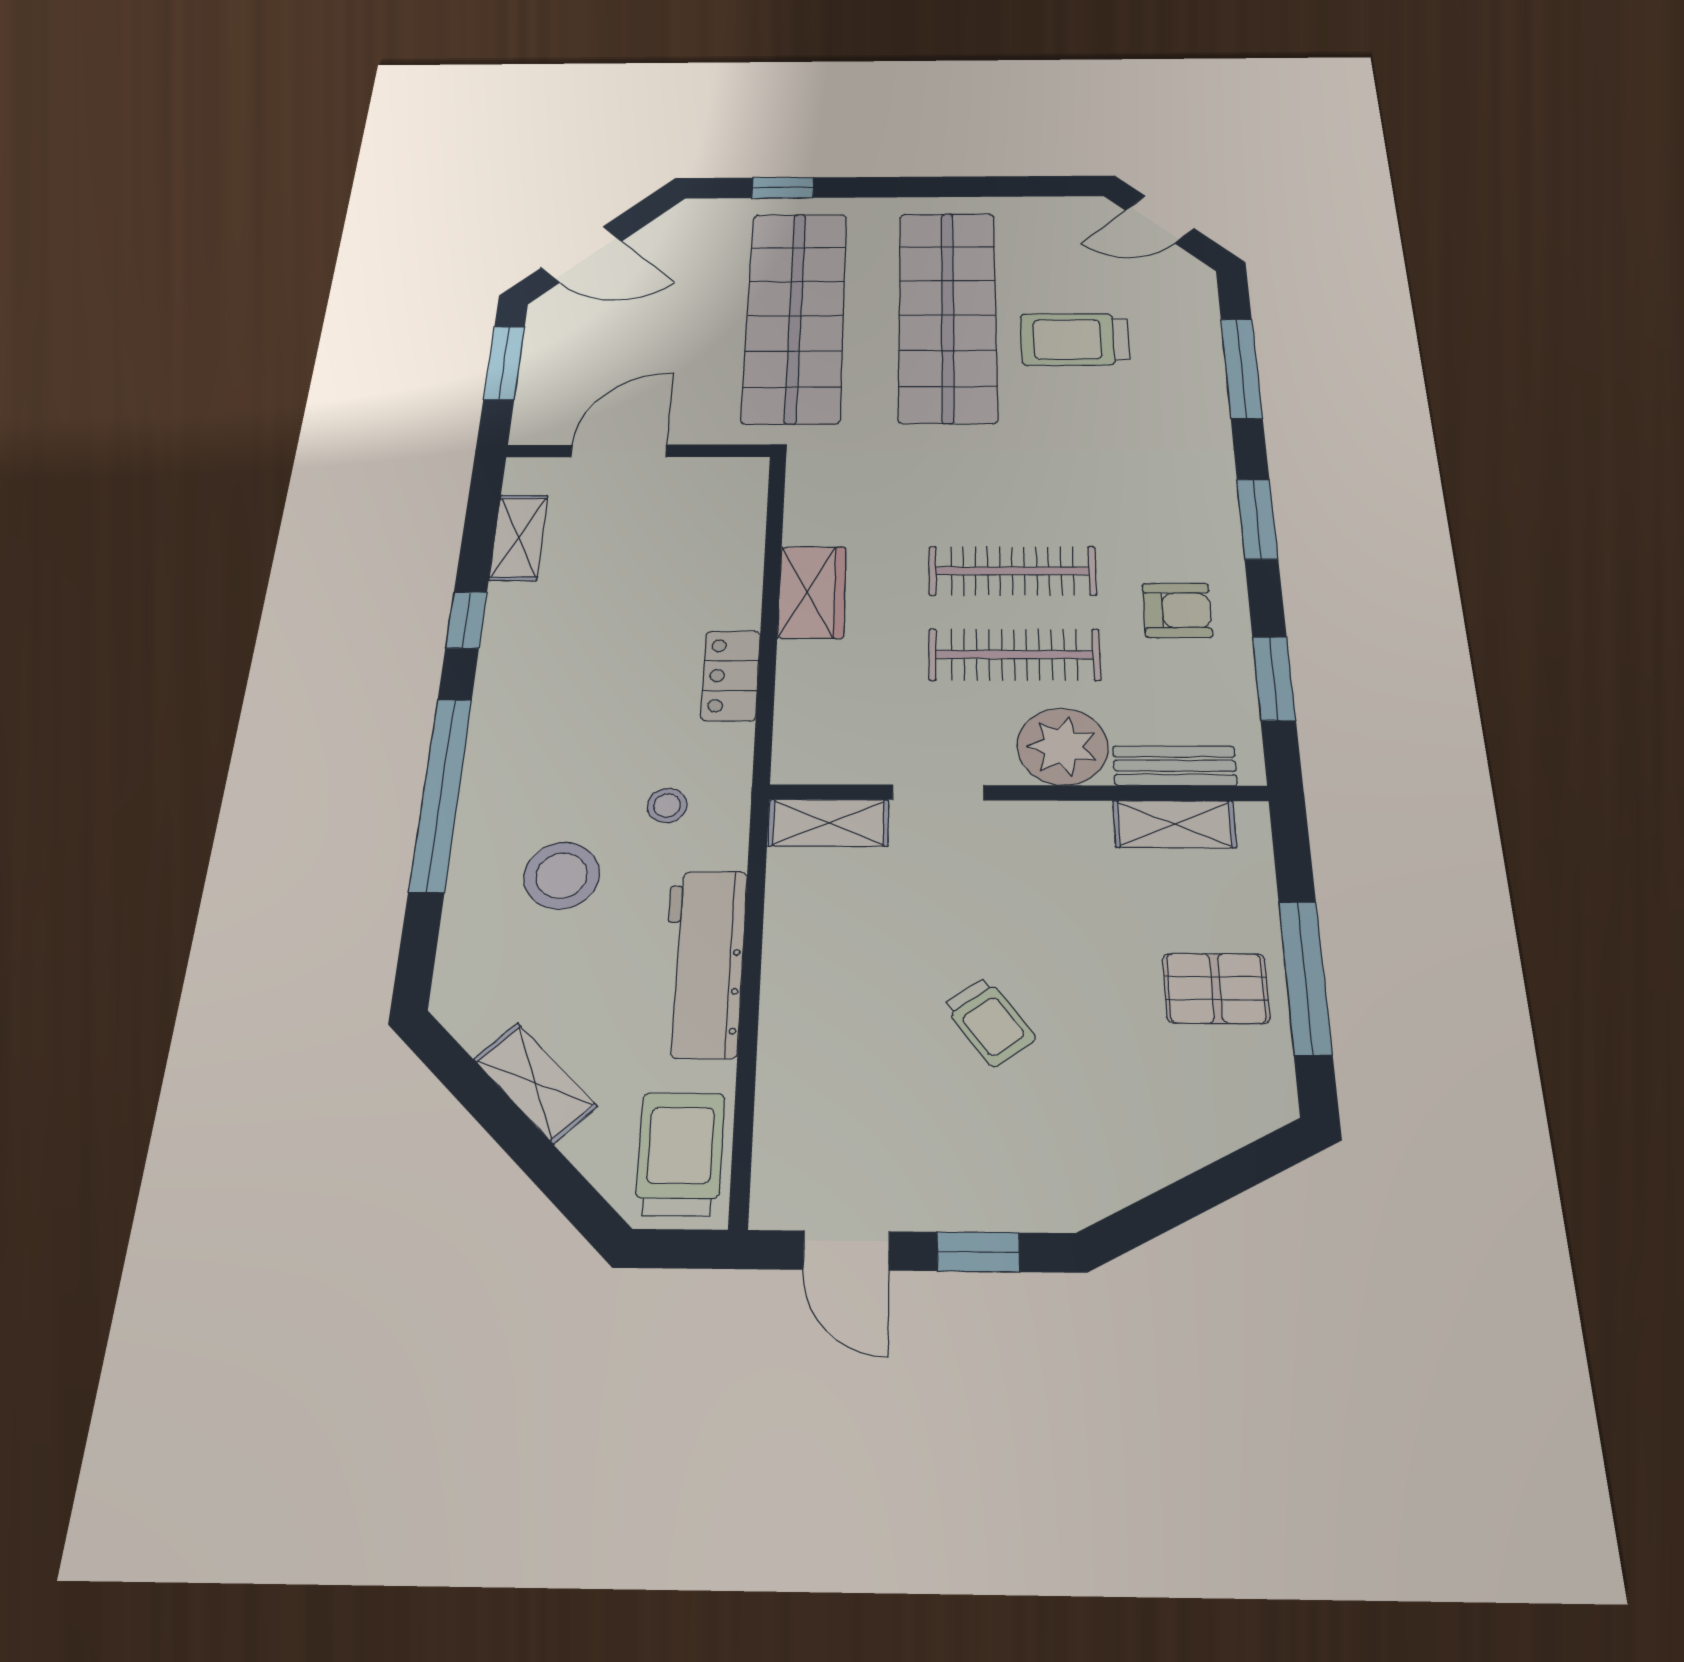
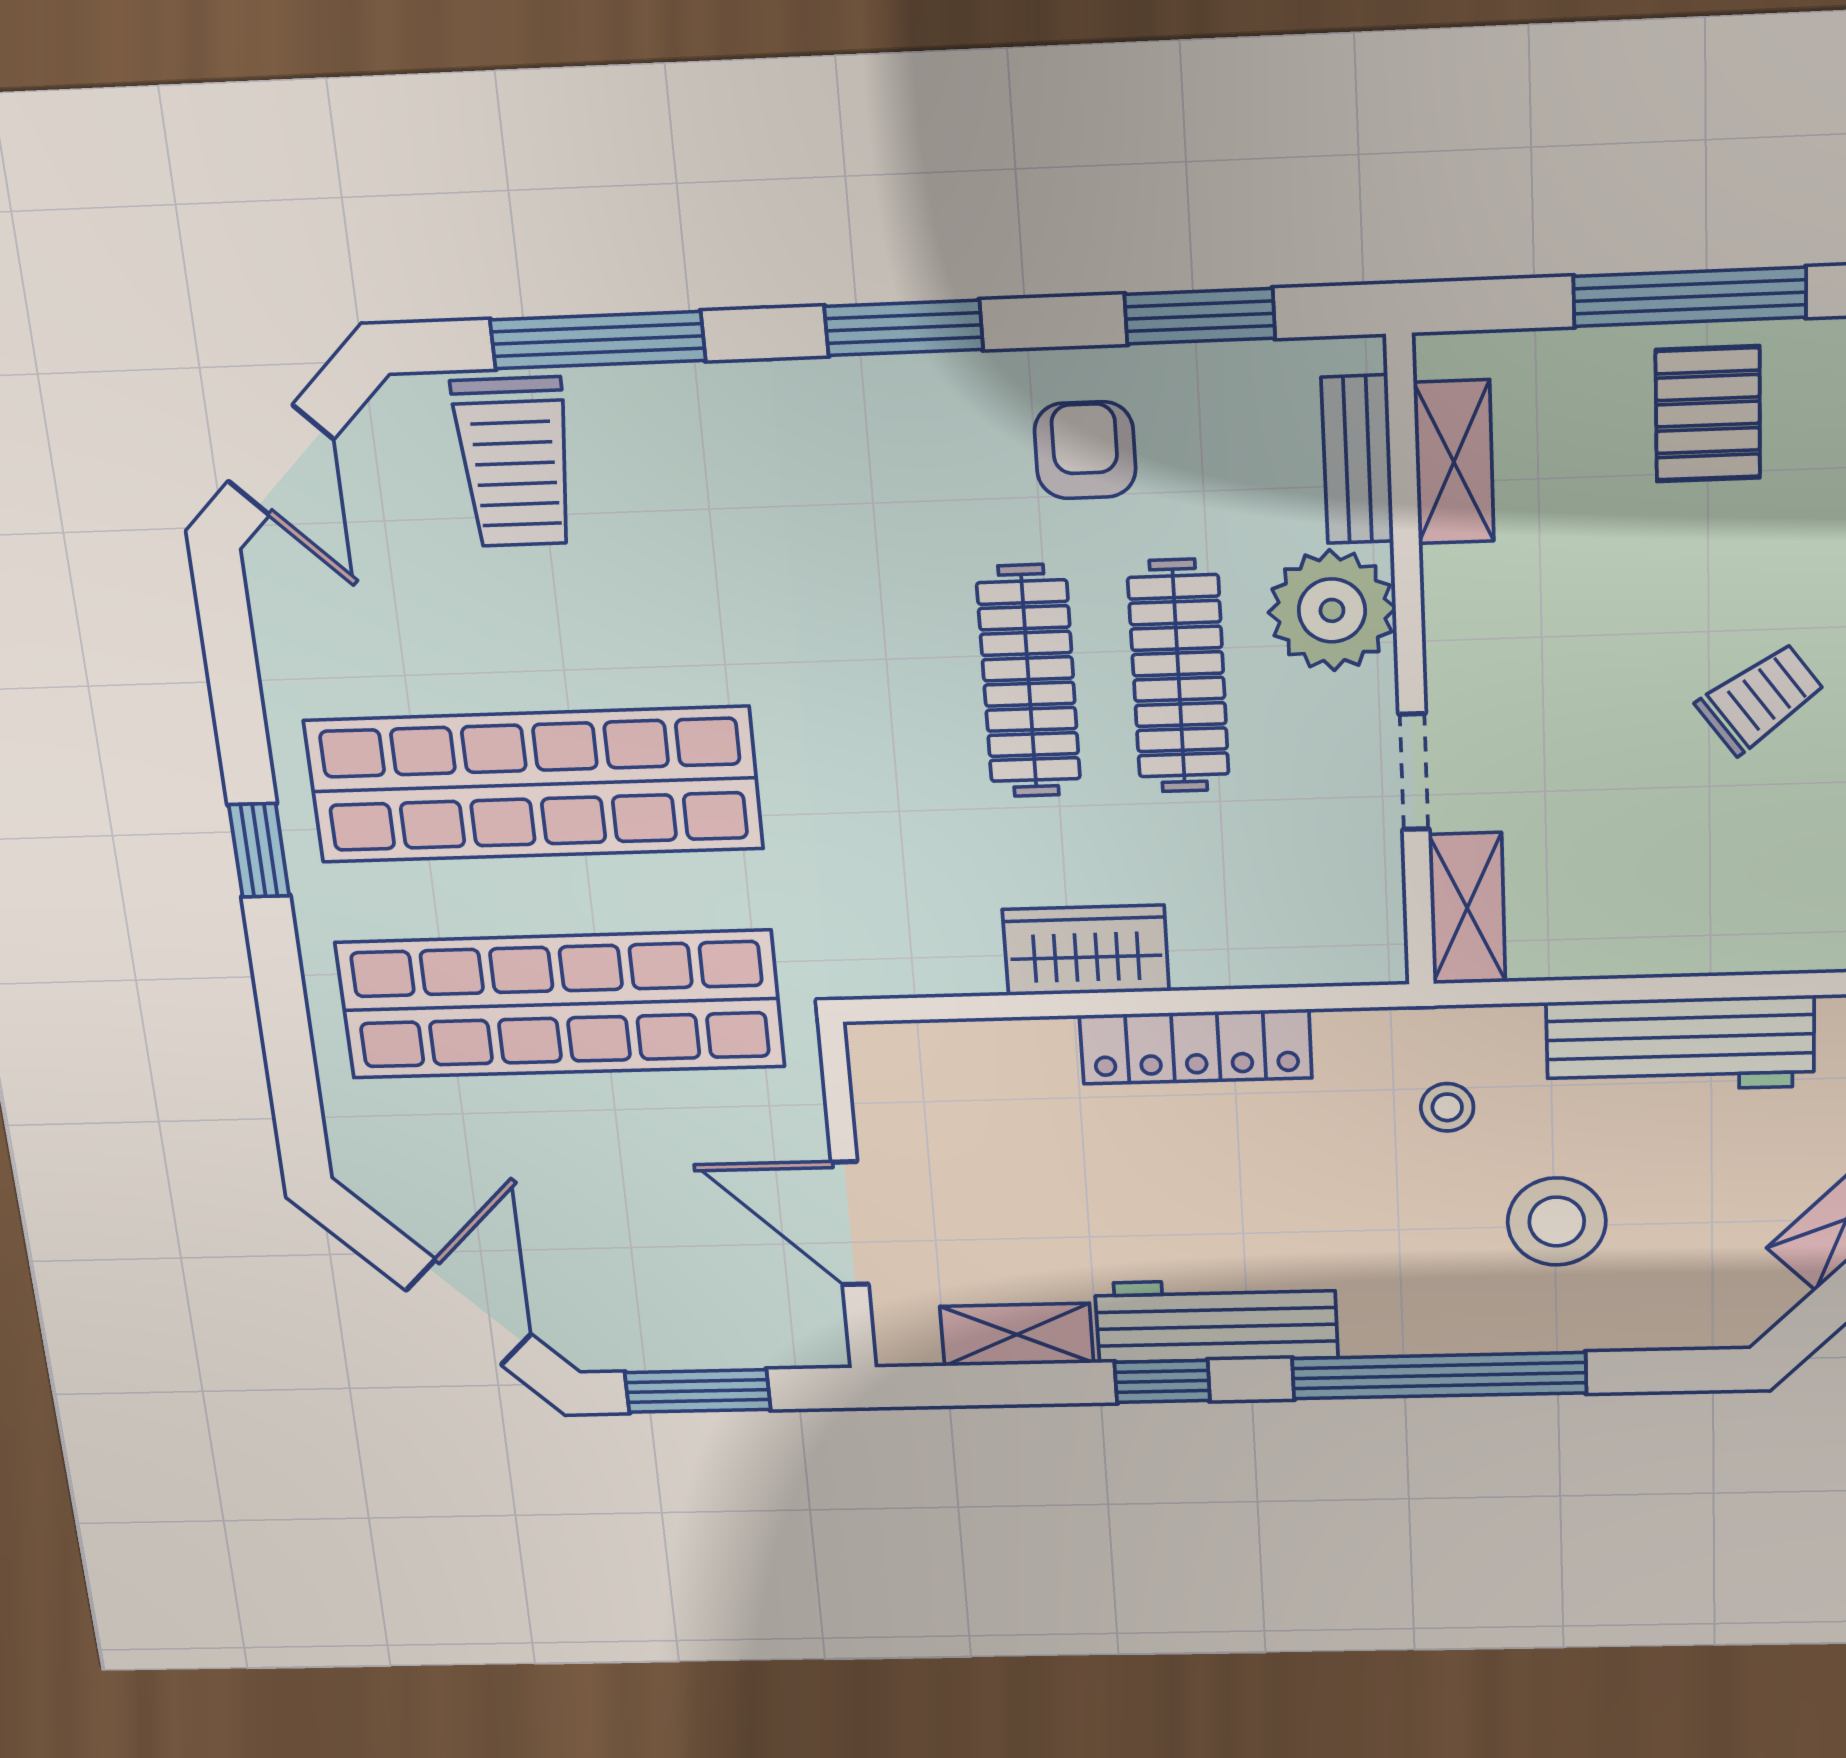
window: (783, 188) -> (259, 850), moved
trolley: (1075, 339) -> (515, 462), moved
workbench: (511, 655) -> (1216, 1320), added
locker: (731, 676) -> (1196, 1047), width x1.53

